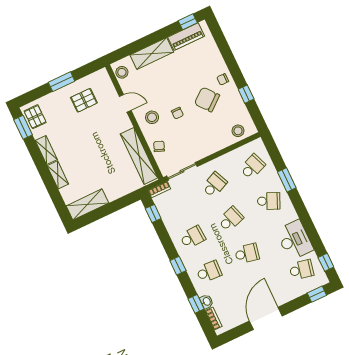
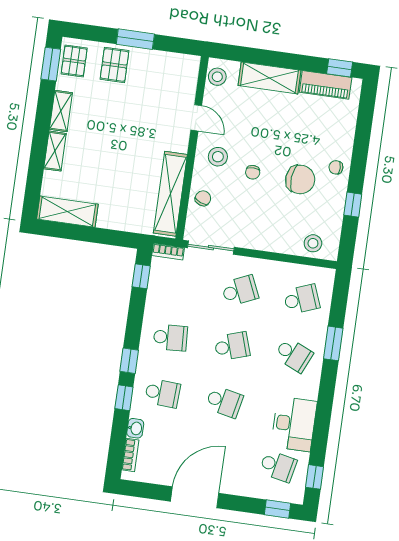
chair: (207, 99) -> (300, 179), turned 134
pallet: (84, 100) -> (115, 65), moved, turned 90
window: (196, 304) -> (124, 398), moved

